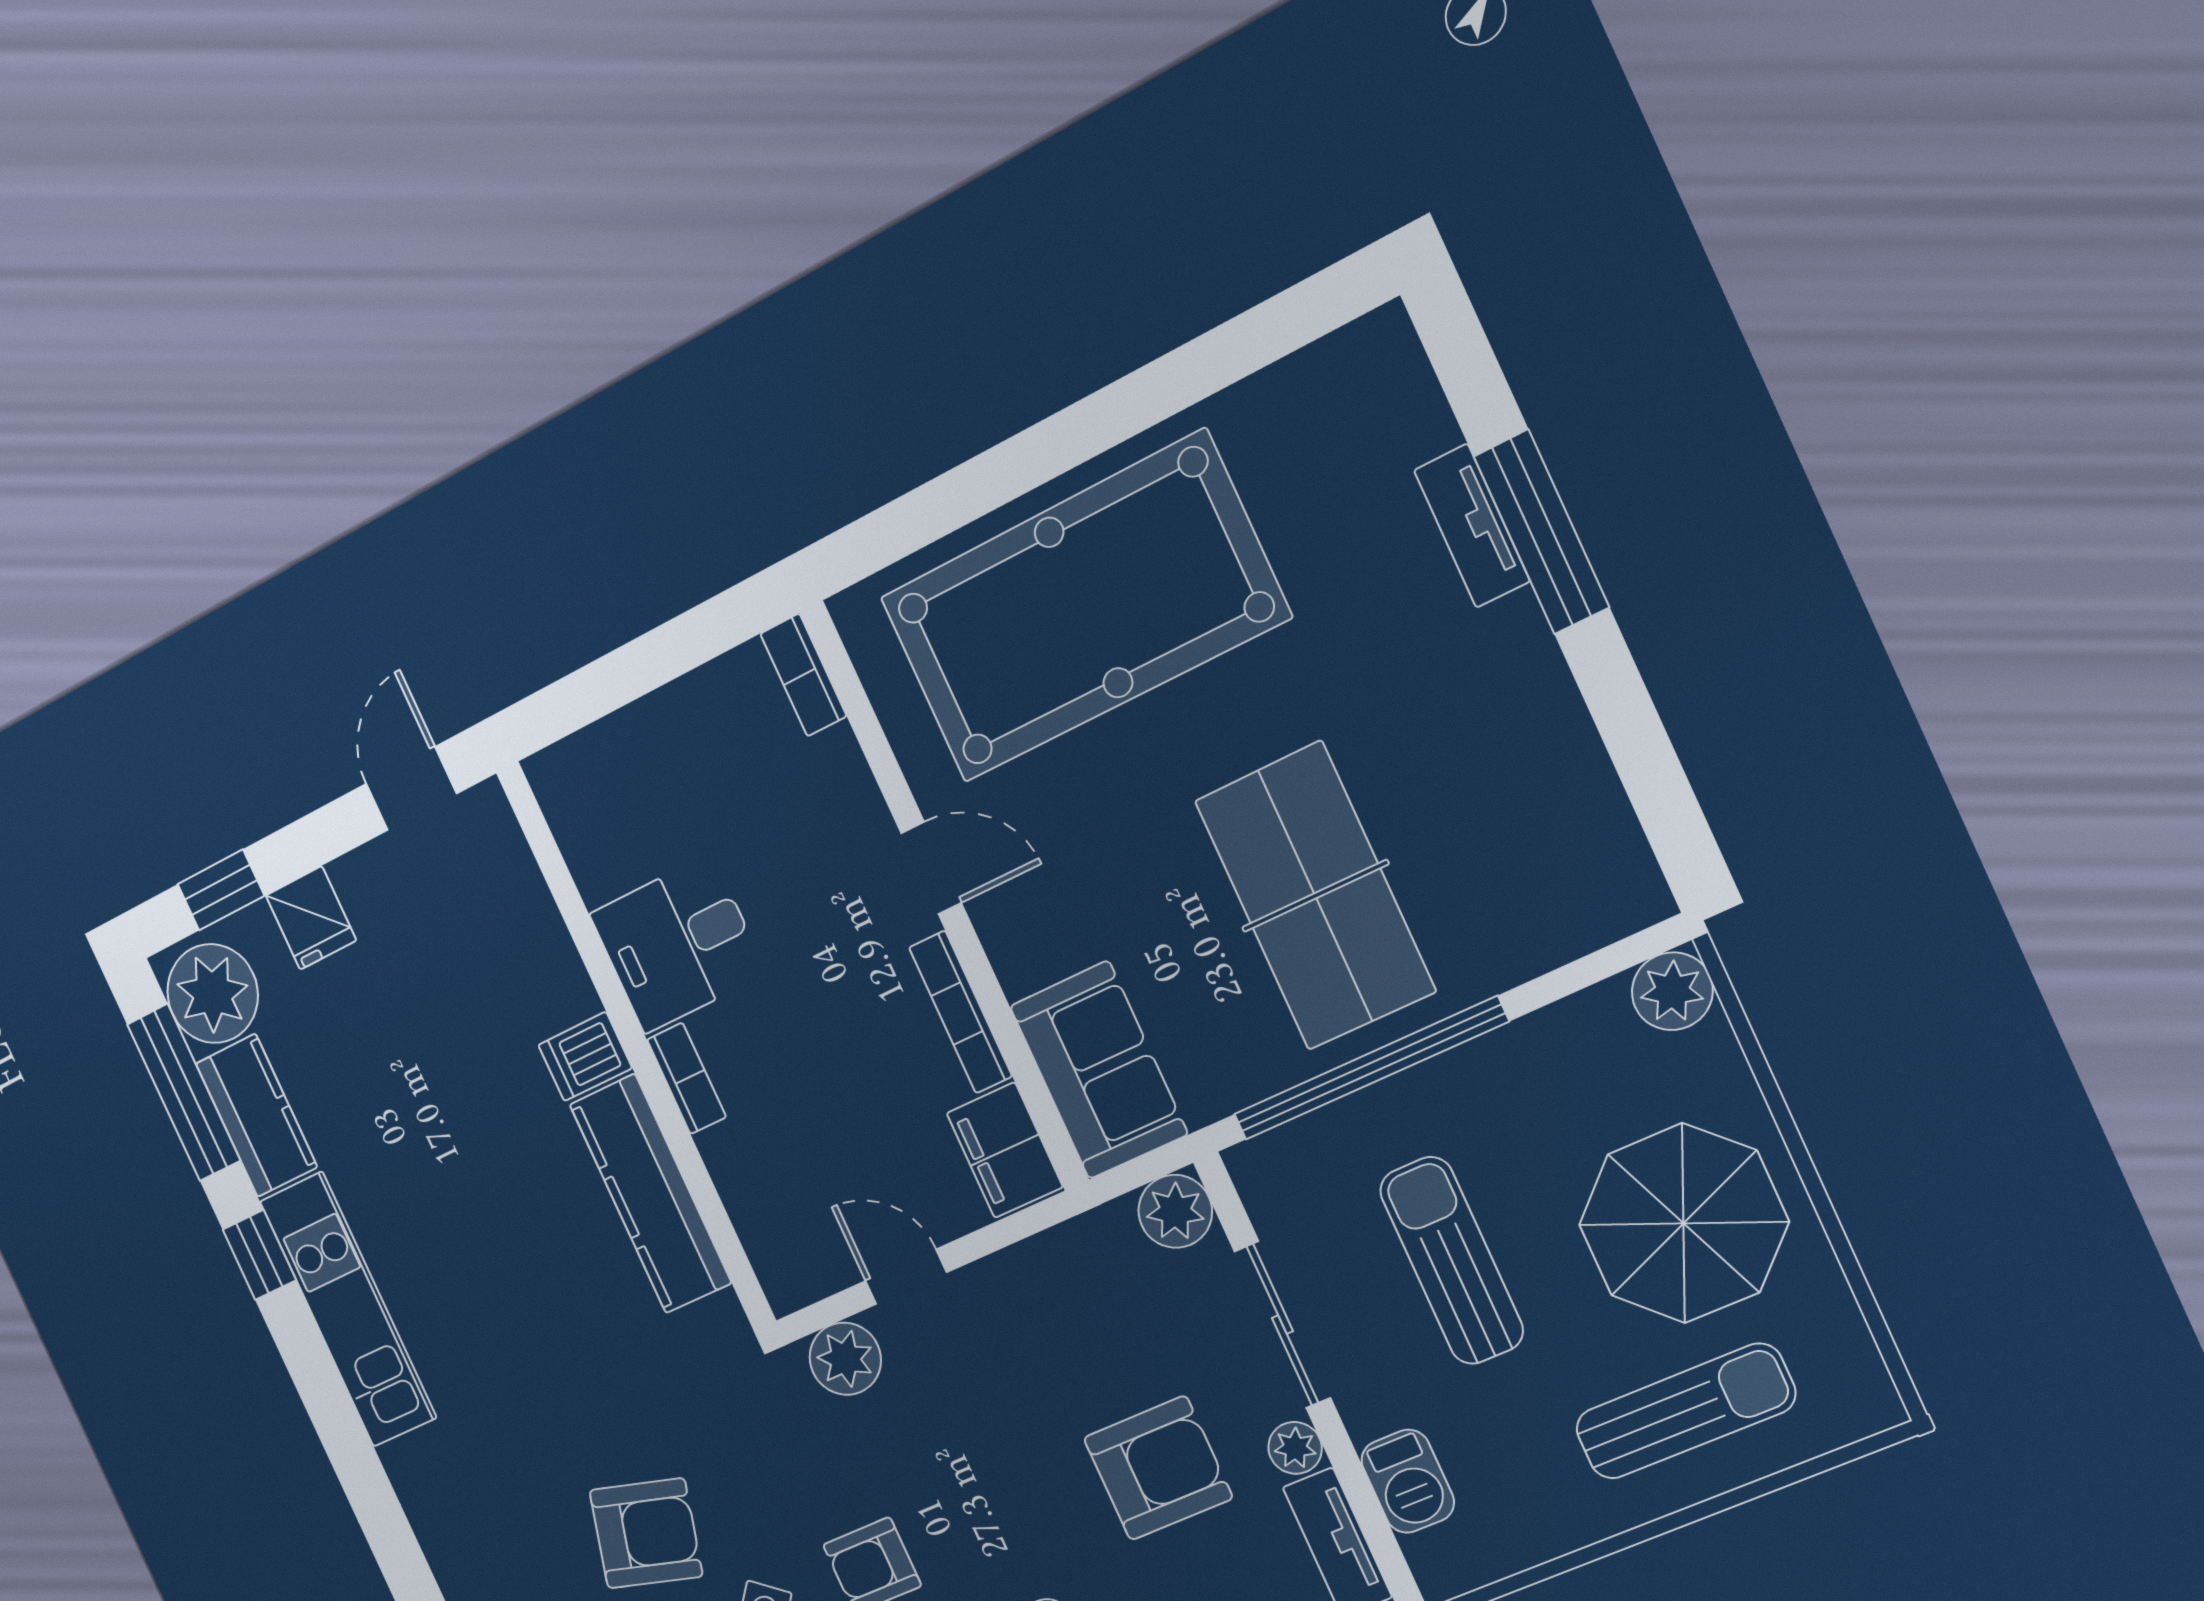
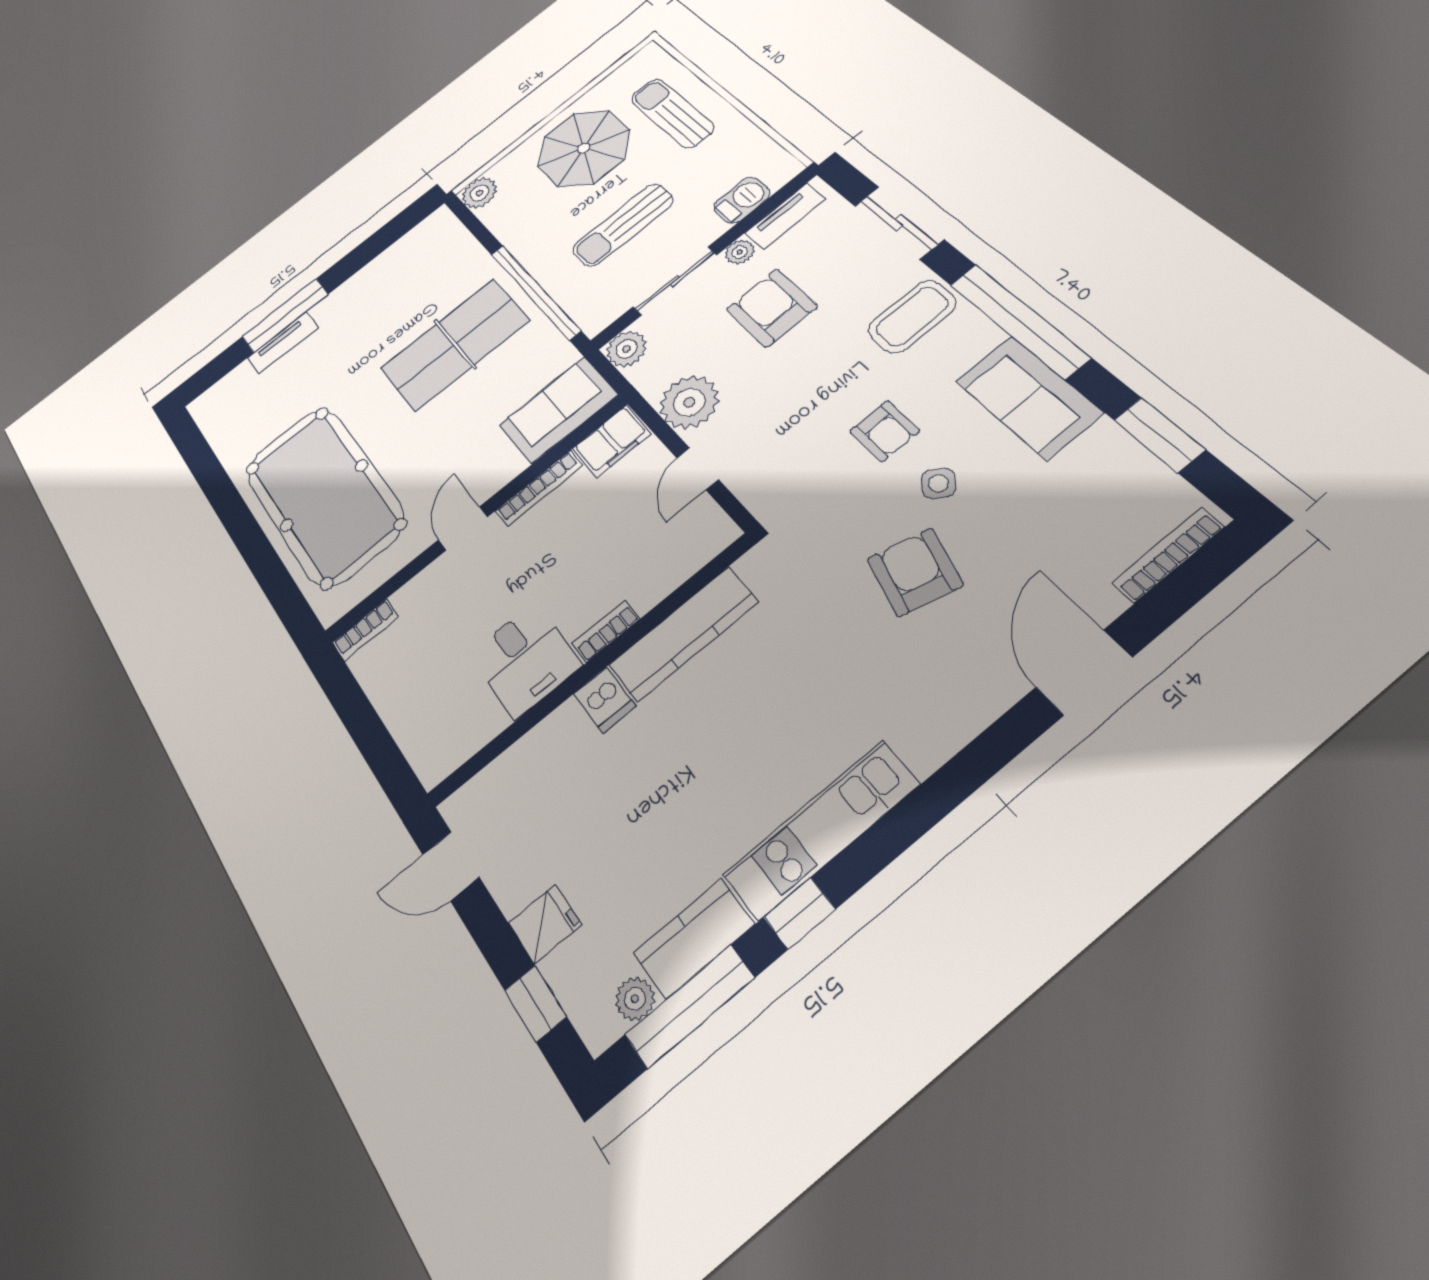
plant: (213, 994) -> (635, 999), width x0.53, depth x0.53
plant: (845, 1359) -> (689, 402), moved, width x1.36, depth x1.36

